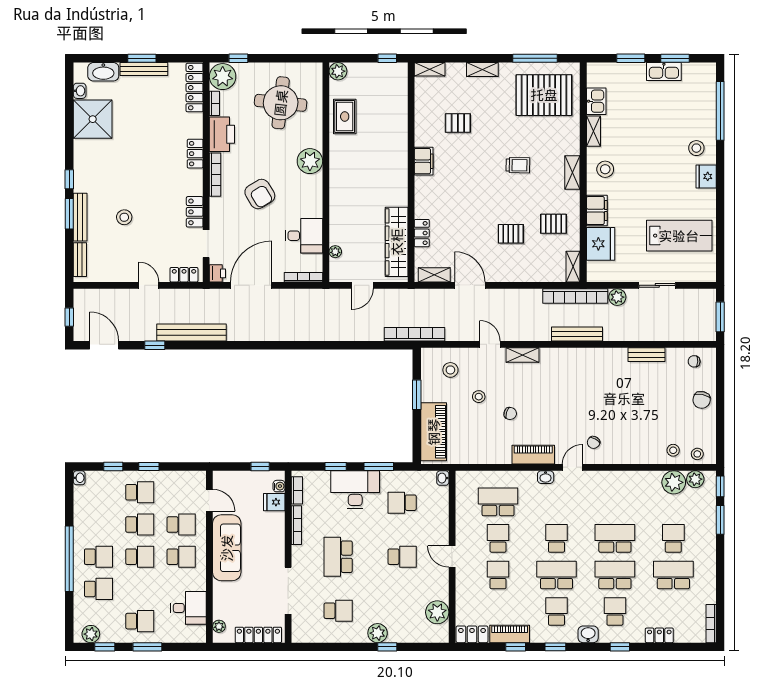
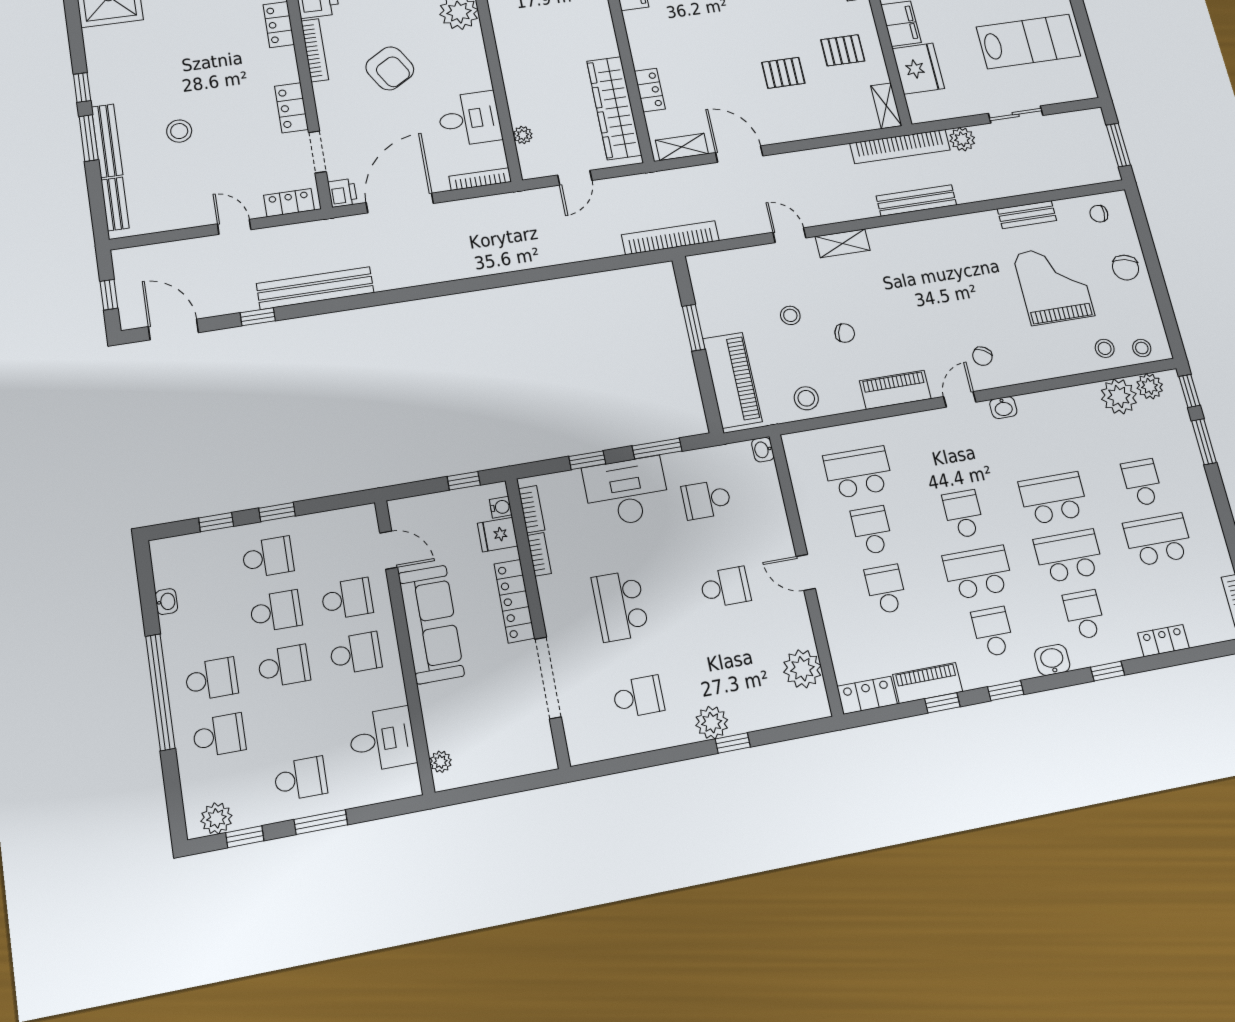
stool: (450, 370) -> (806, 398), moved
grand piano: (651, 404) -> (1054, 285), added
washbasin: (546, 477) -> (1003, 408), moved
washbasin: (79, 478) -> (166, 602), moved
bookcase: (296, 525) -> (539, 554), width x0.64
locker: (258, 635) -> (514, 601), moved, turned -90

